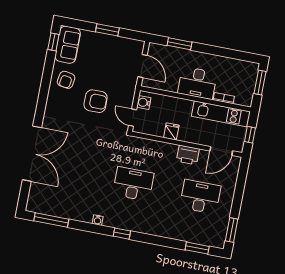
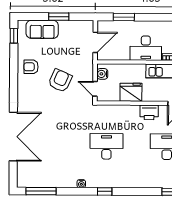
sofa: (68, 45) -> (42, 29), moved, turned 90
door: (143, 66) -> (95, 42), hinge flipped
armchair: (66, 80) -> (31, 67), turned 81
armchair: (96, 101) -> (60, 81), turned -66
fridge: (171, 131) -> (131, 92), width x1.88, depth x1.34

